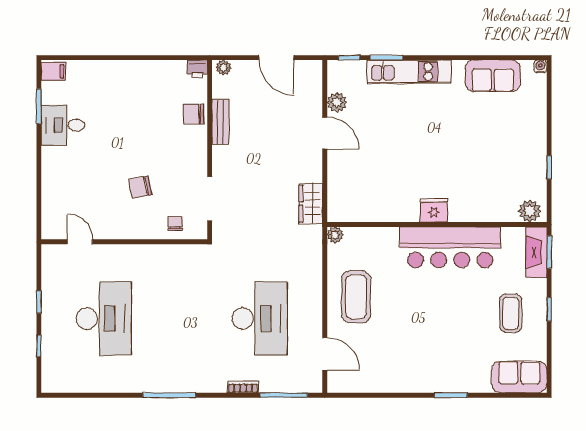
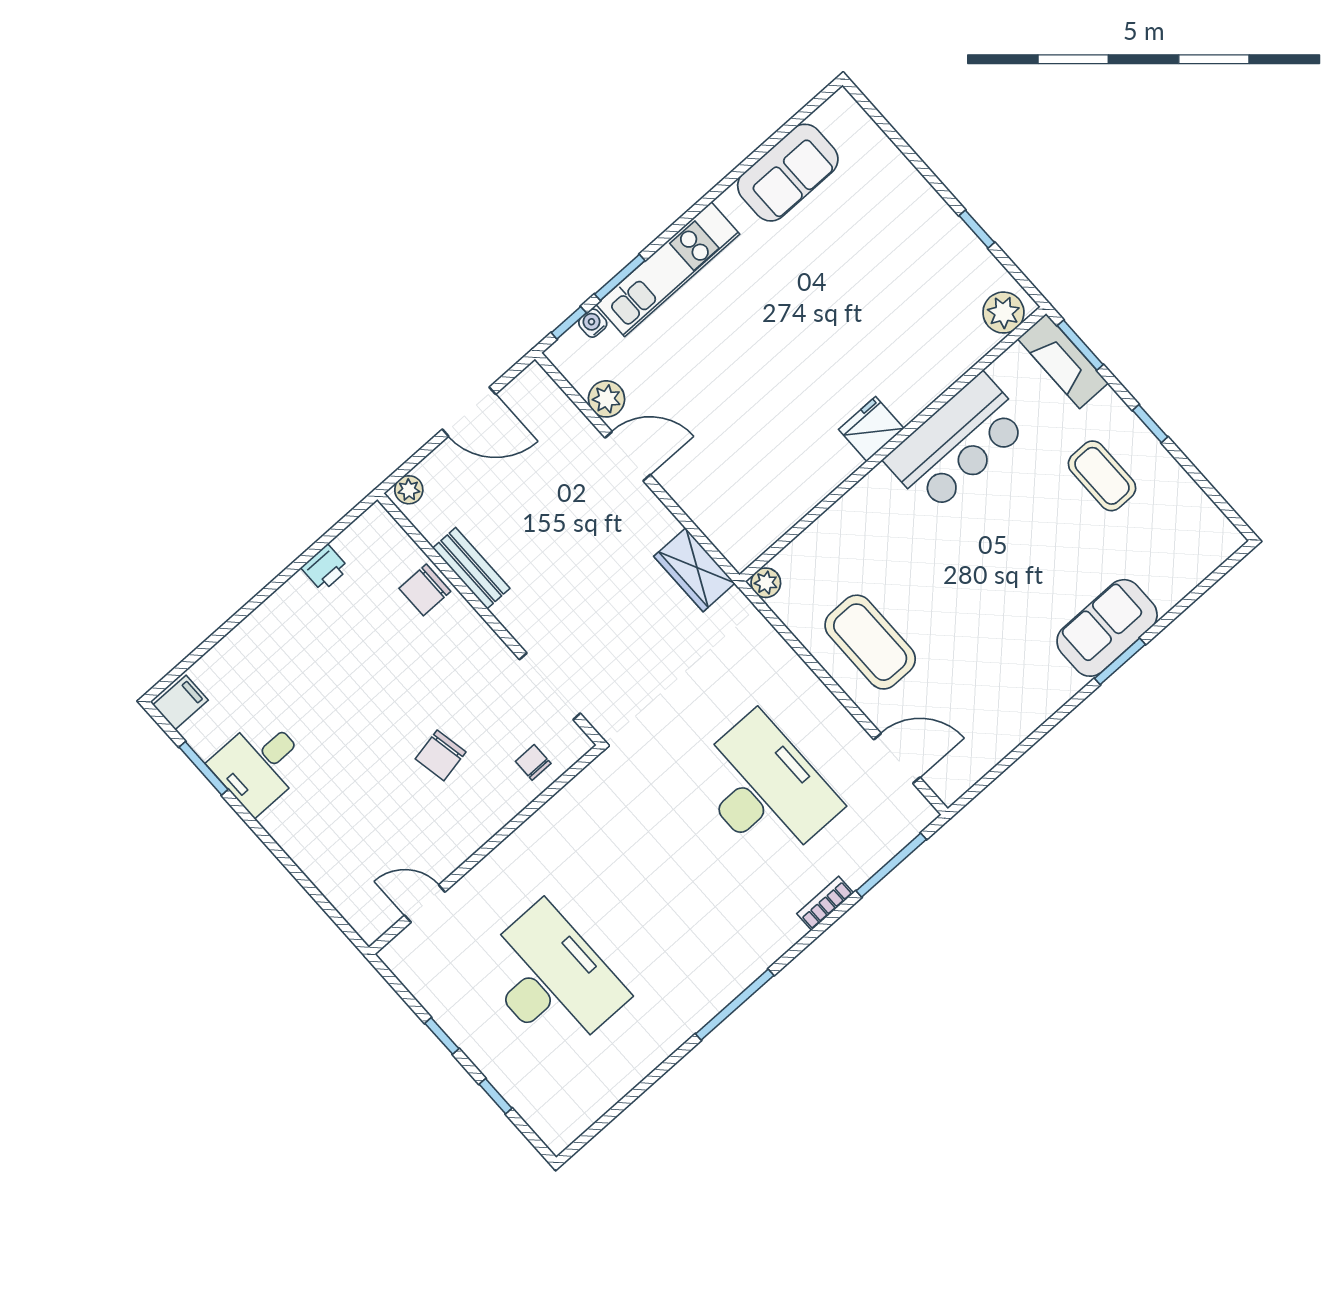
water cooler: (540, 66) -> (593, 323), moved
printer: (197, 69) -> (325, 568), moved
bar counter: (450, 247) -> (957, 443), width x0.73
sofa: (519, 377) -> (1107, 628), moved

